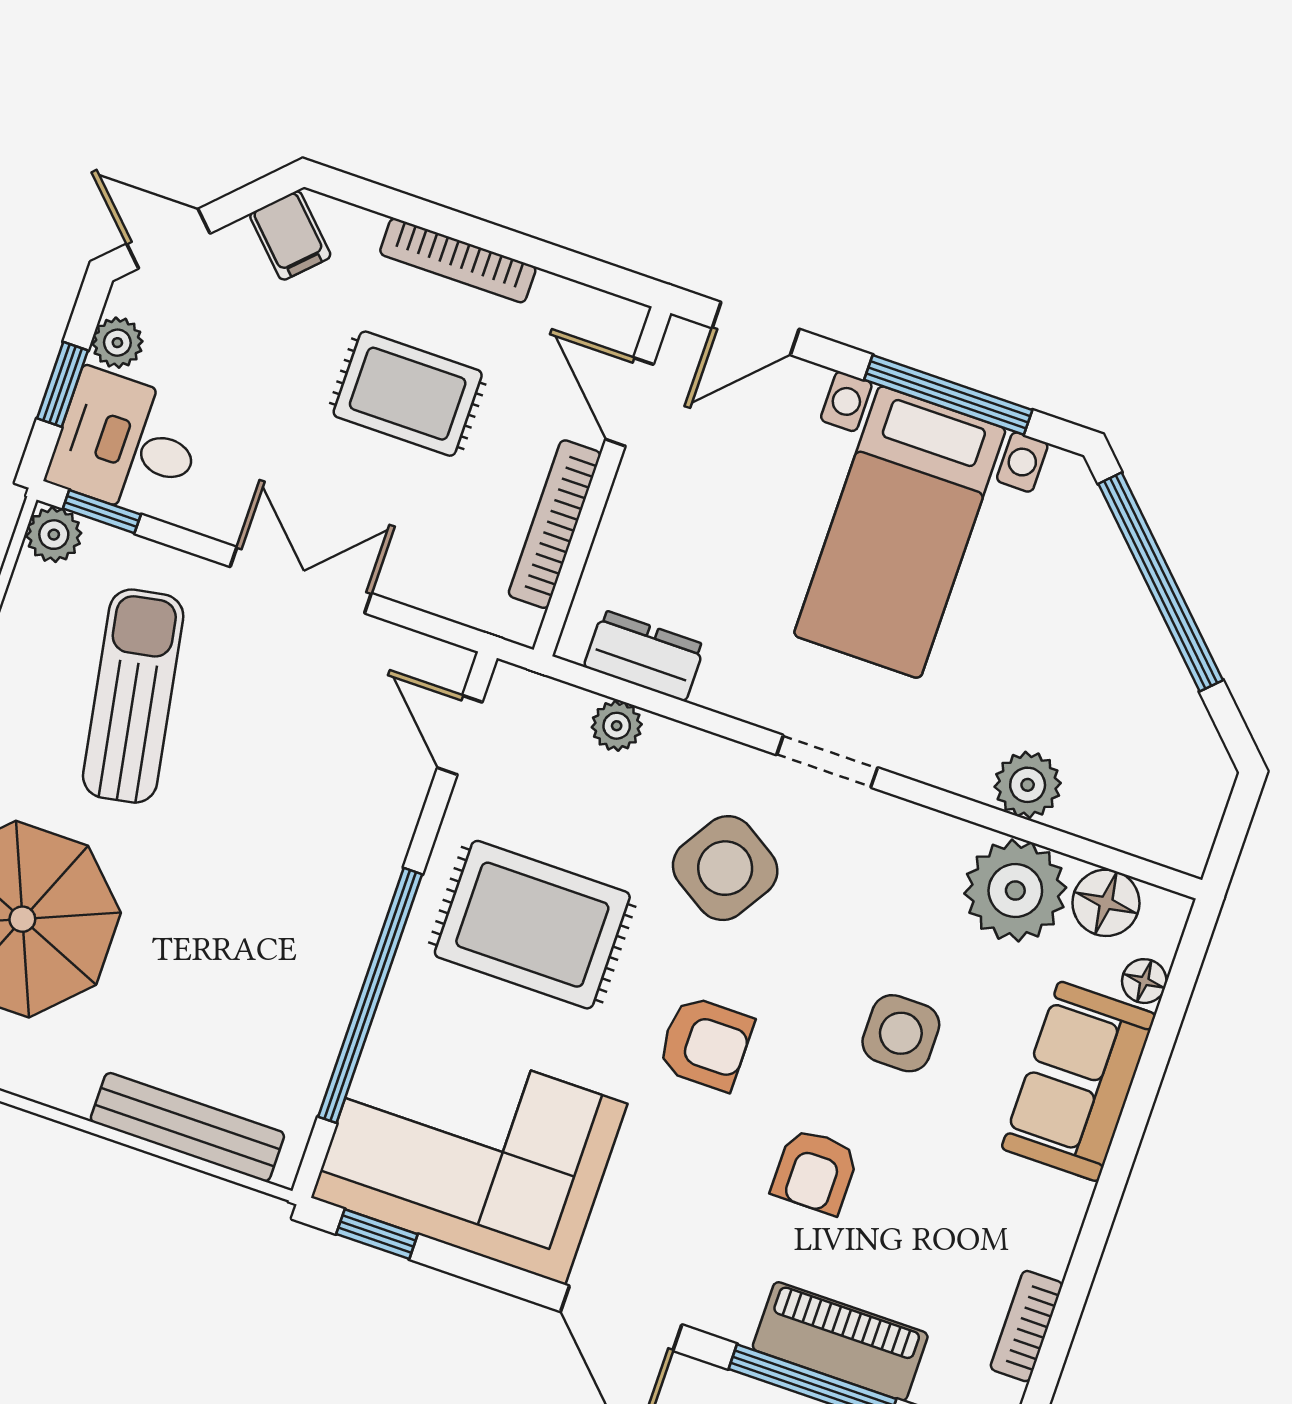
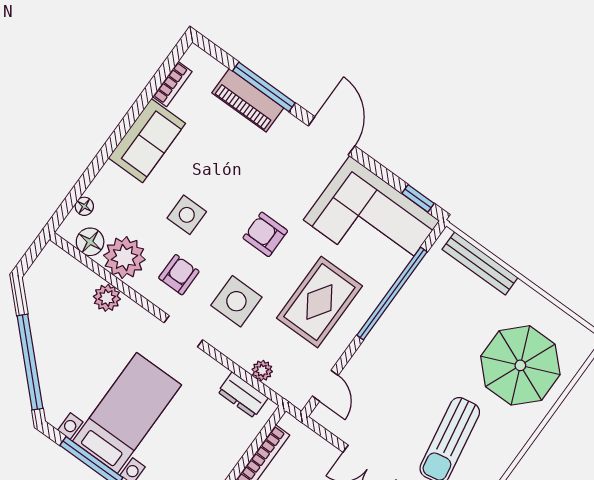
side table: (725, 868) -> (236, 301), turned -32
rug: (532, 925) -> (319, 302), turned 90
sofa: (1079, 1081) -> (147, 141), moved
armchair: (815, 1171) -> (179, 275), moved

